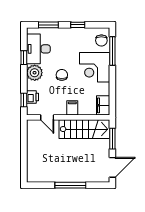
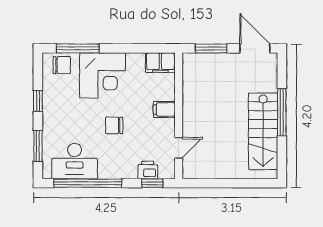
window: (24, 58) -> (88, 183), width x3.17
plant: (35, 73) -> (111, 167), removed
stairs: (84, 129) -> (263, 131), moved, turned 180

